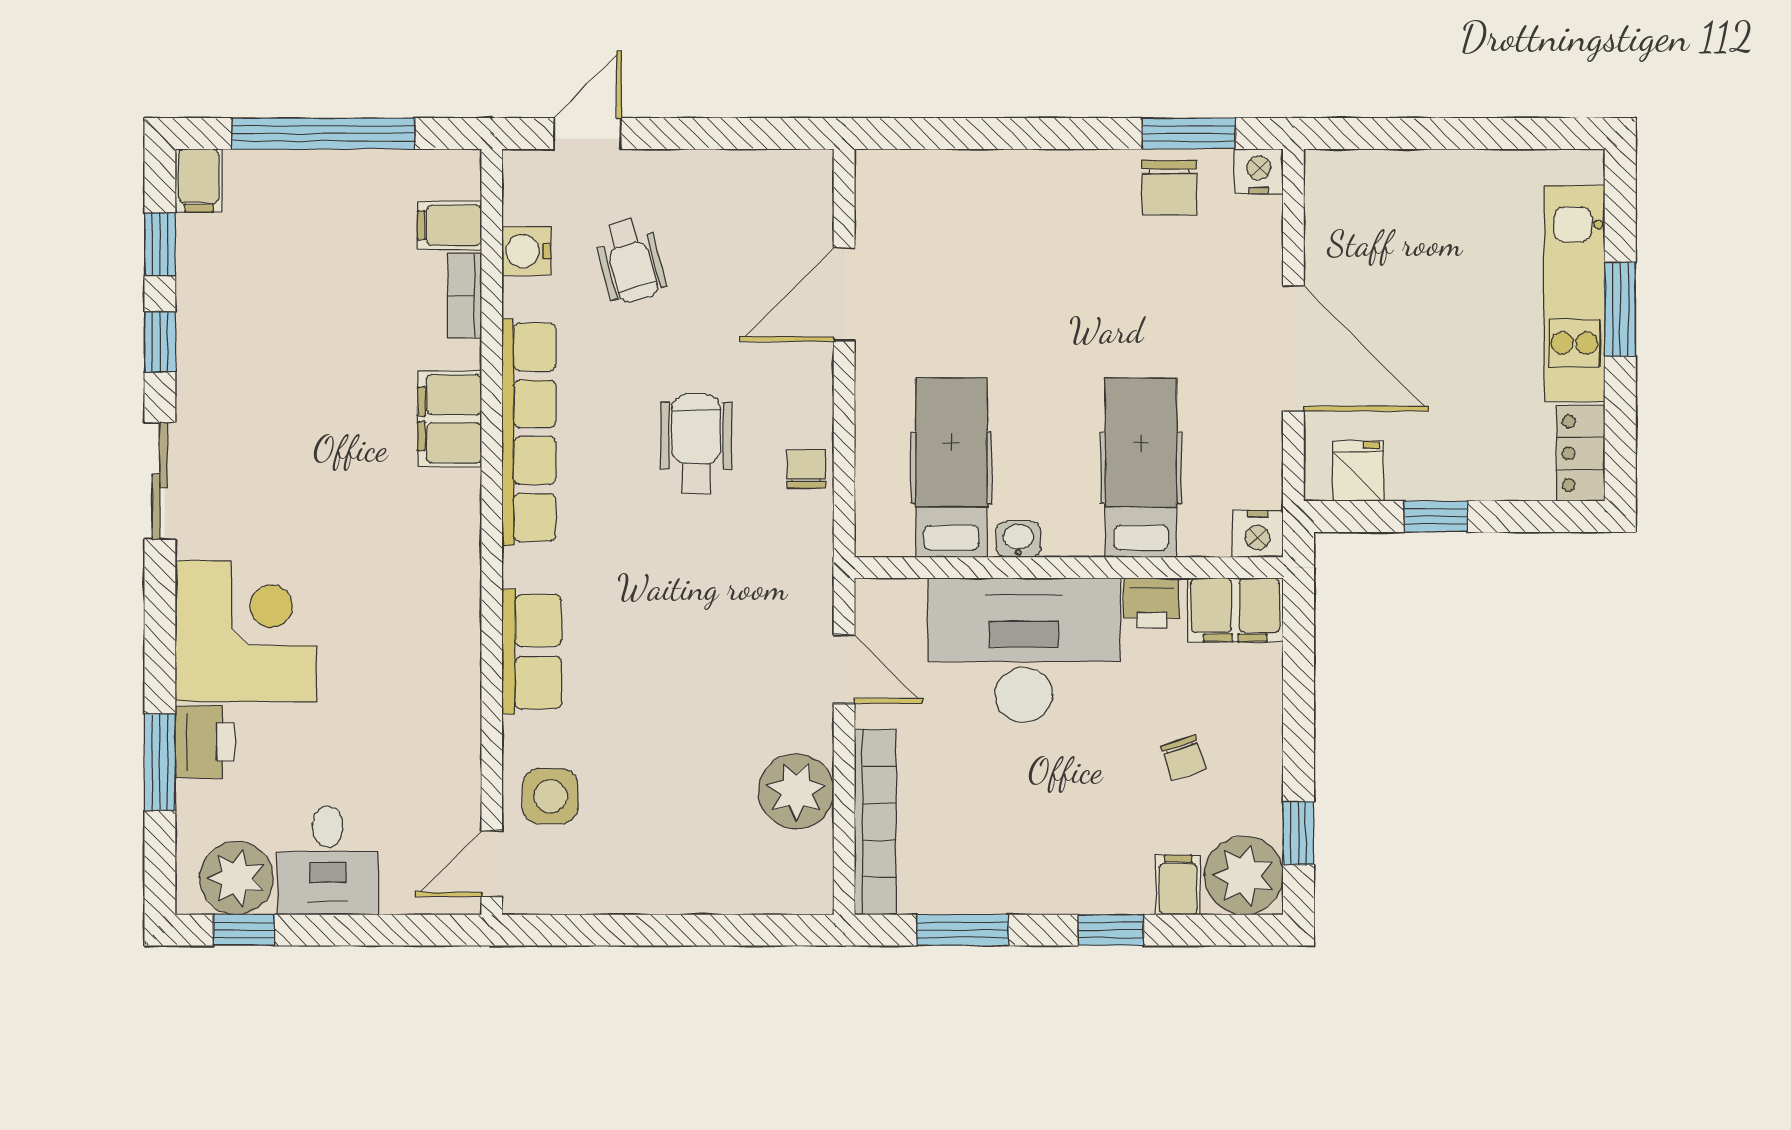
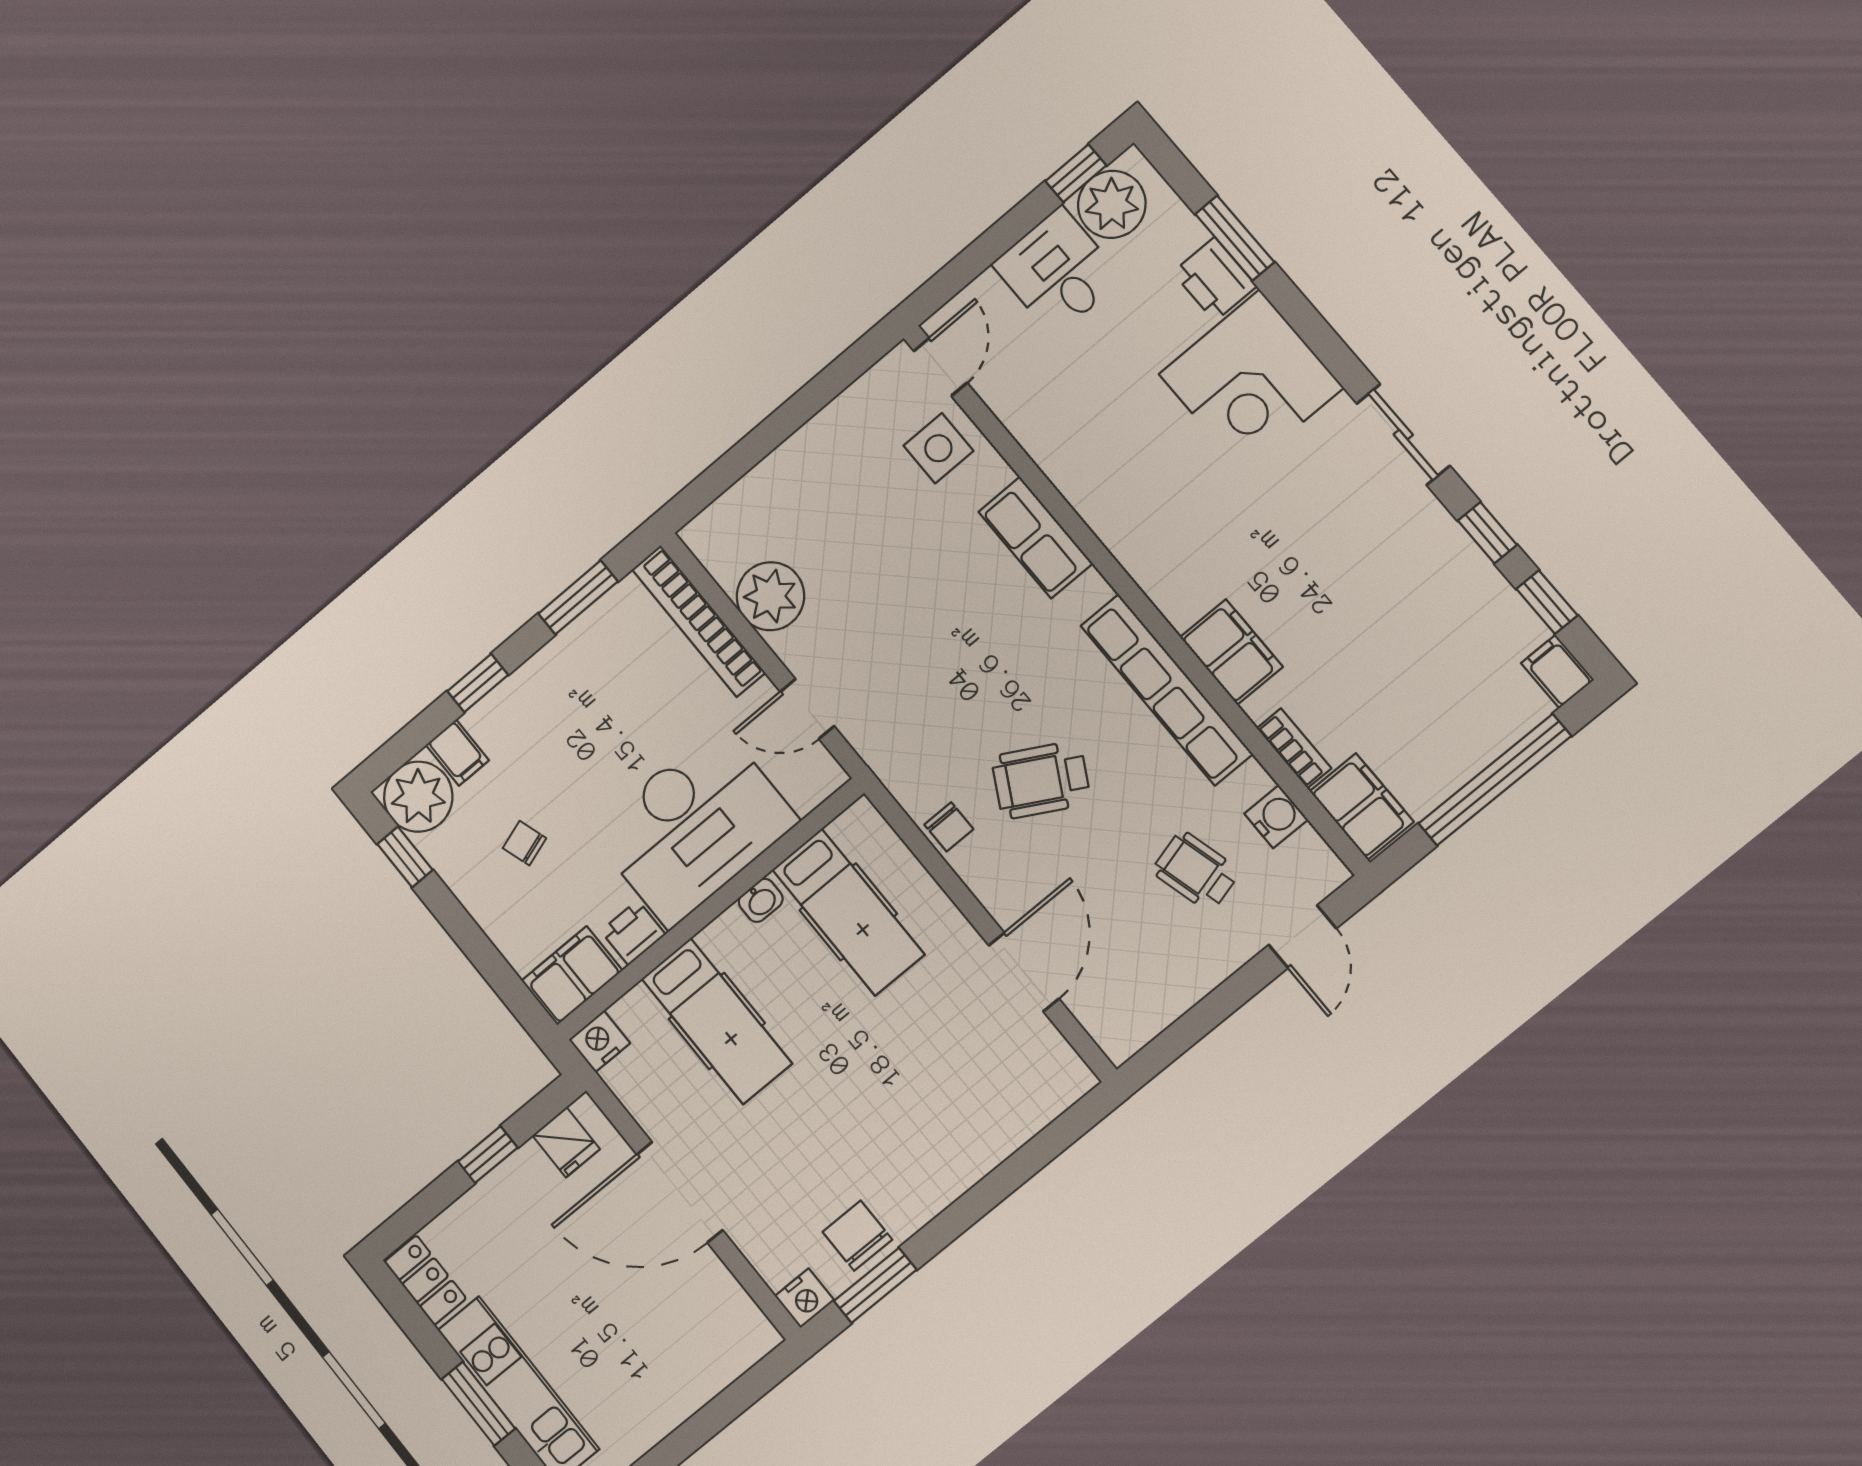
filing cabinet: (449, 225) -> (1362, 807), width x2.00
wheelchair: (696, 444) -> (1041, 780), turned 119

